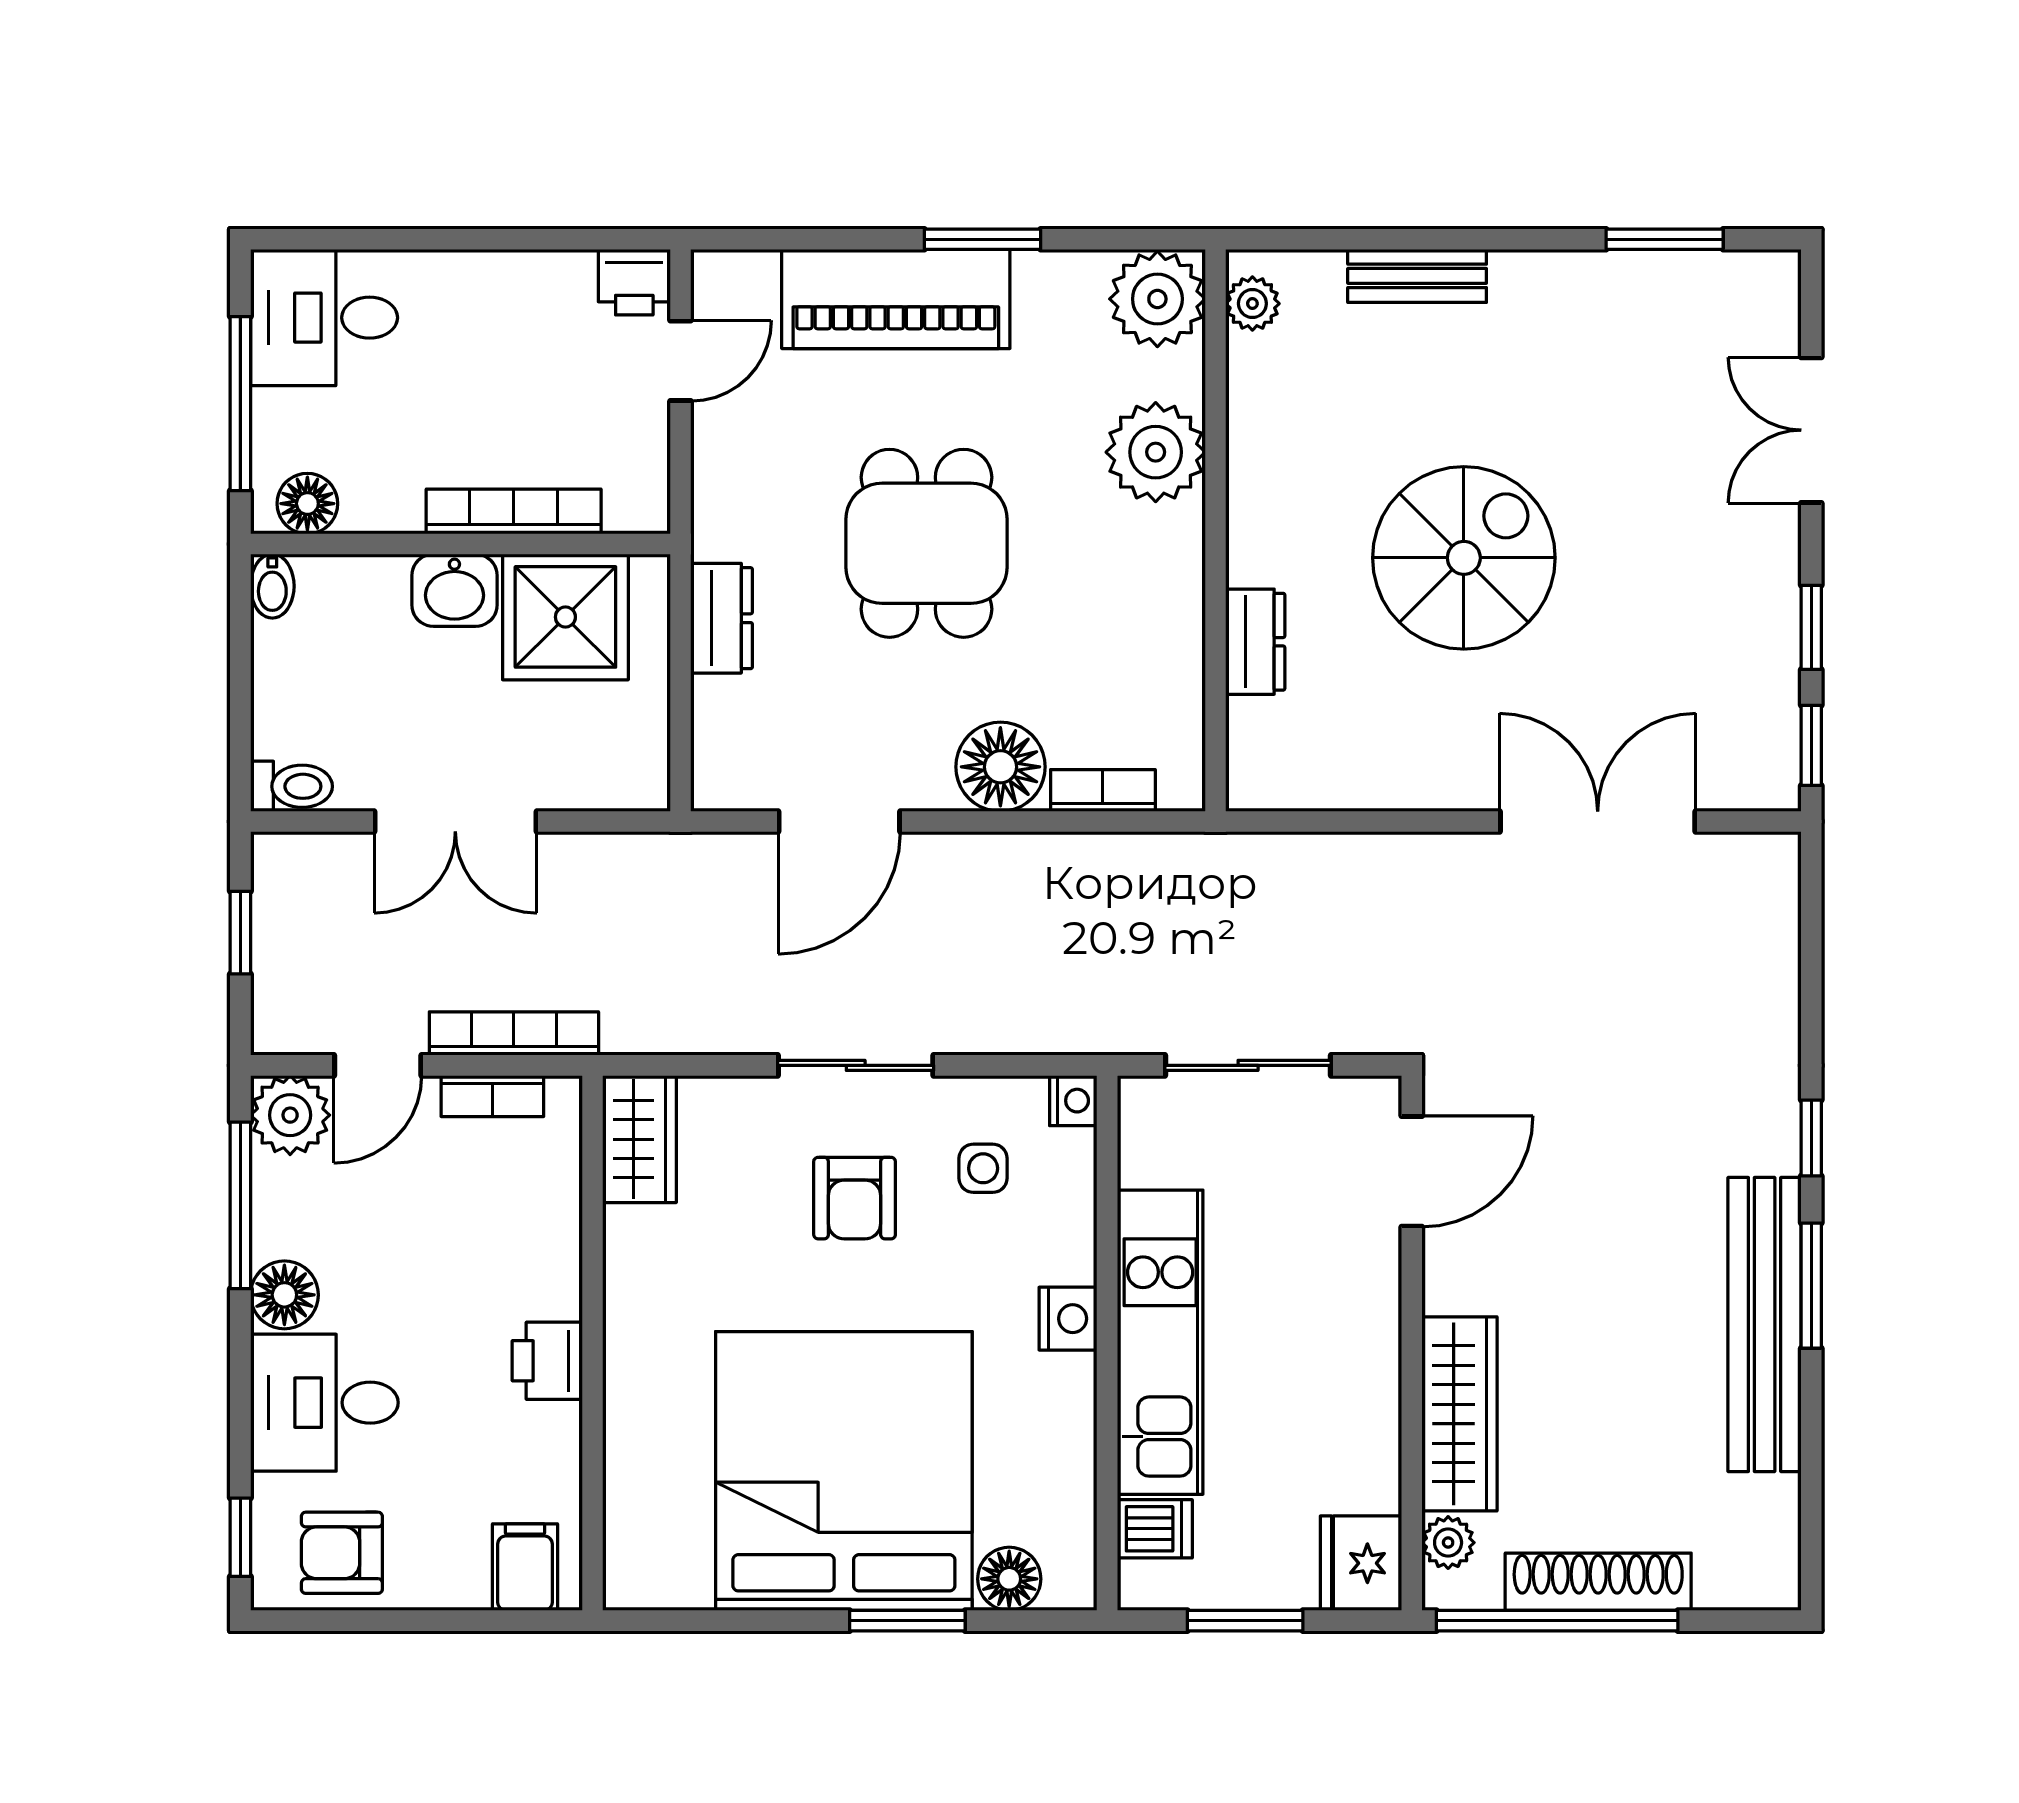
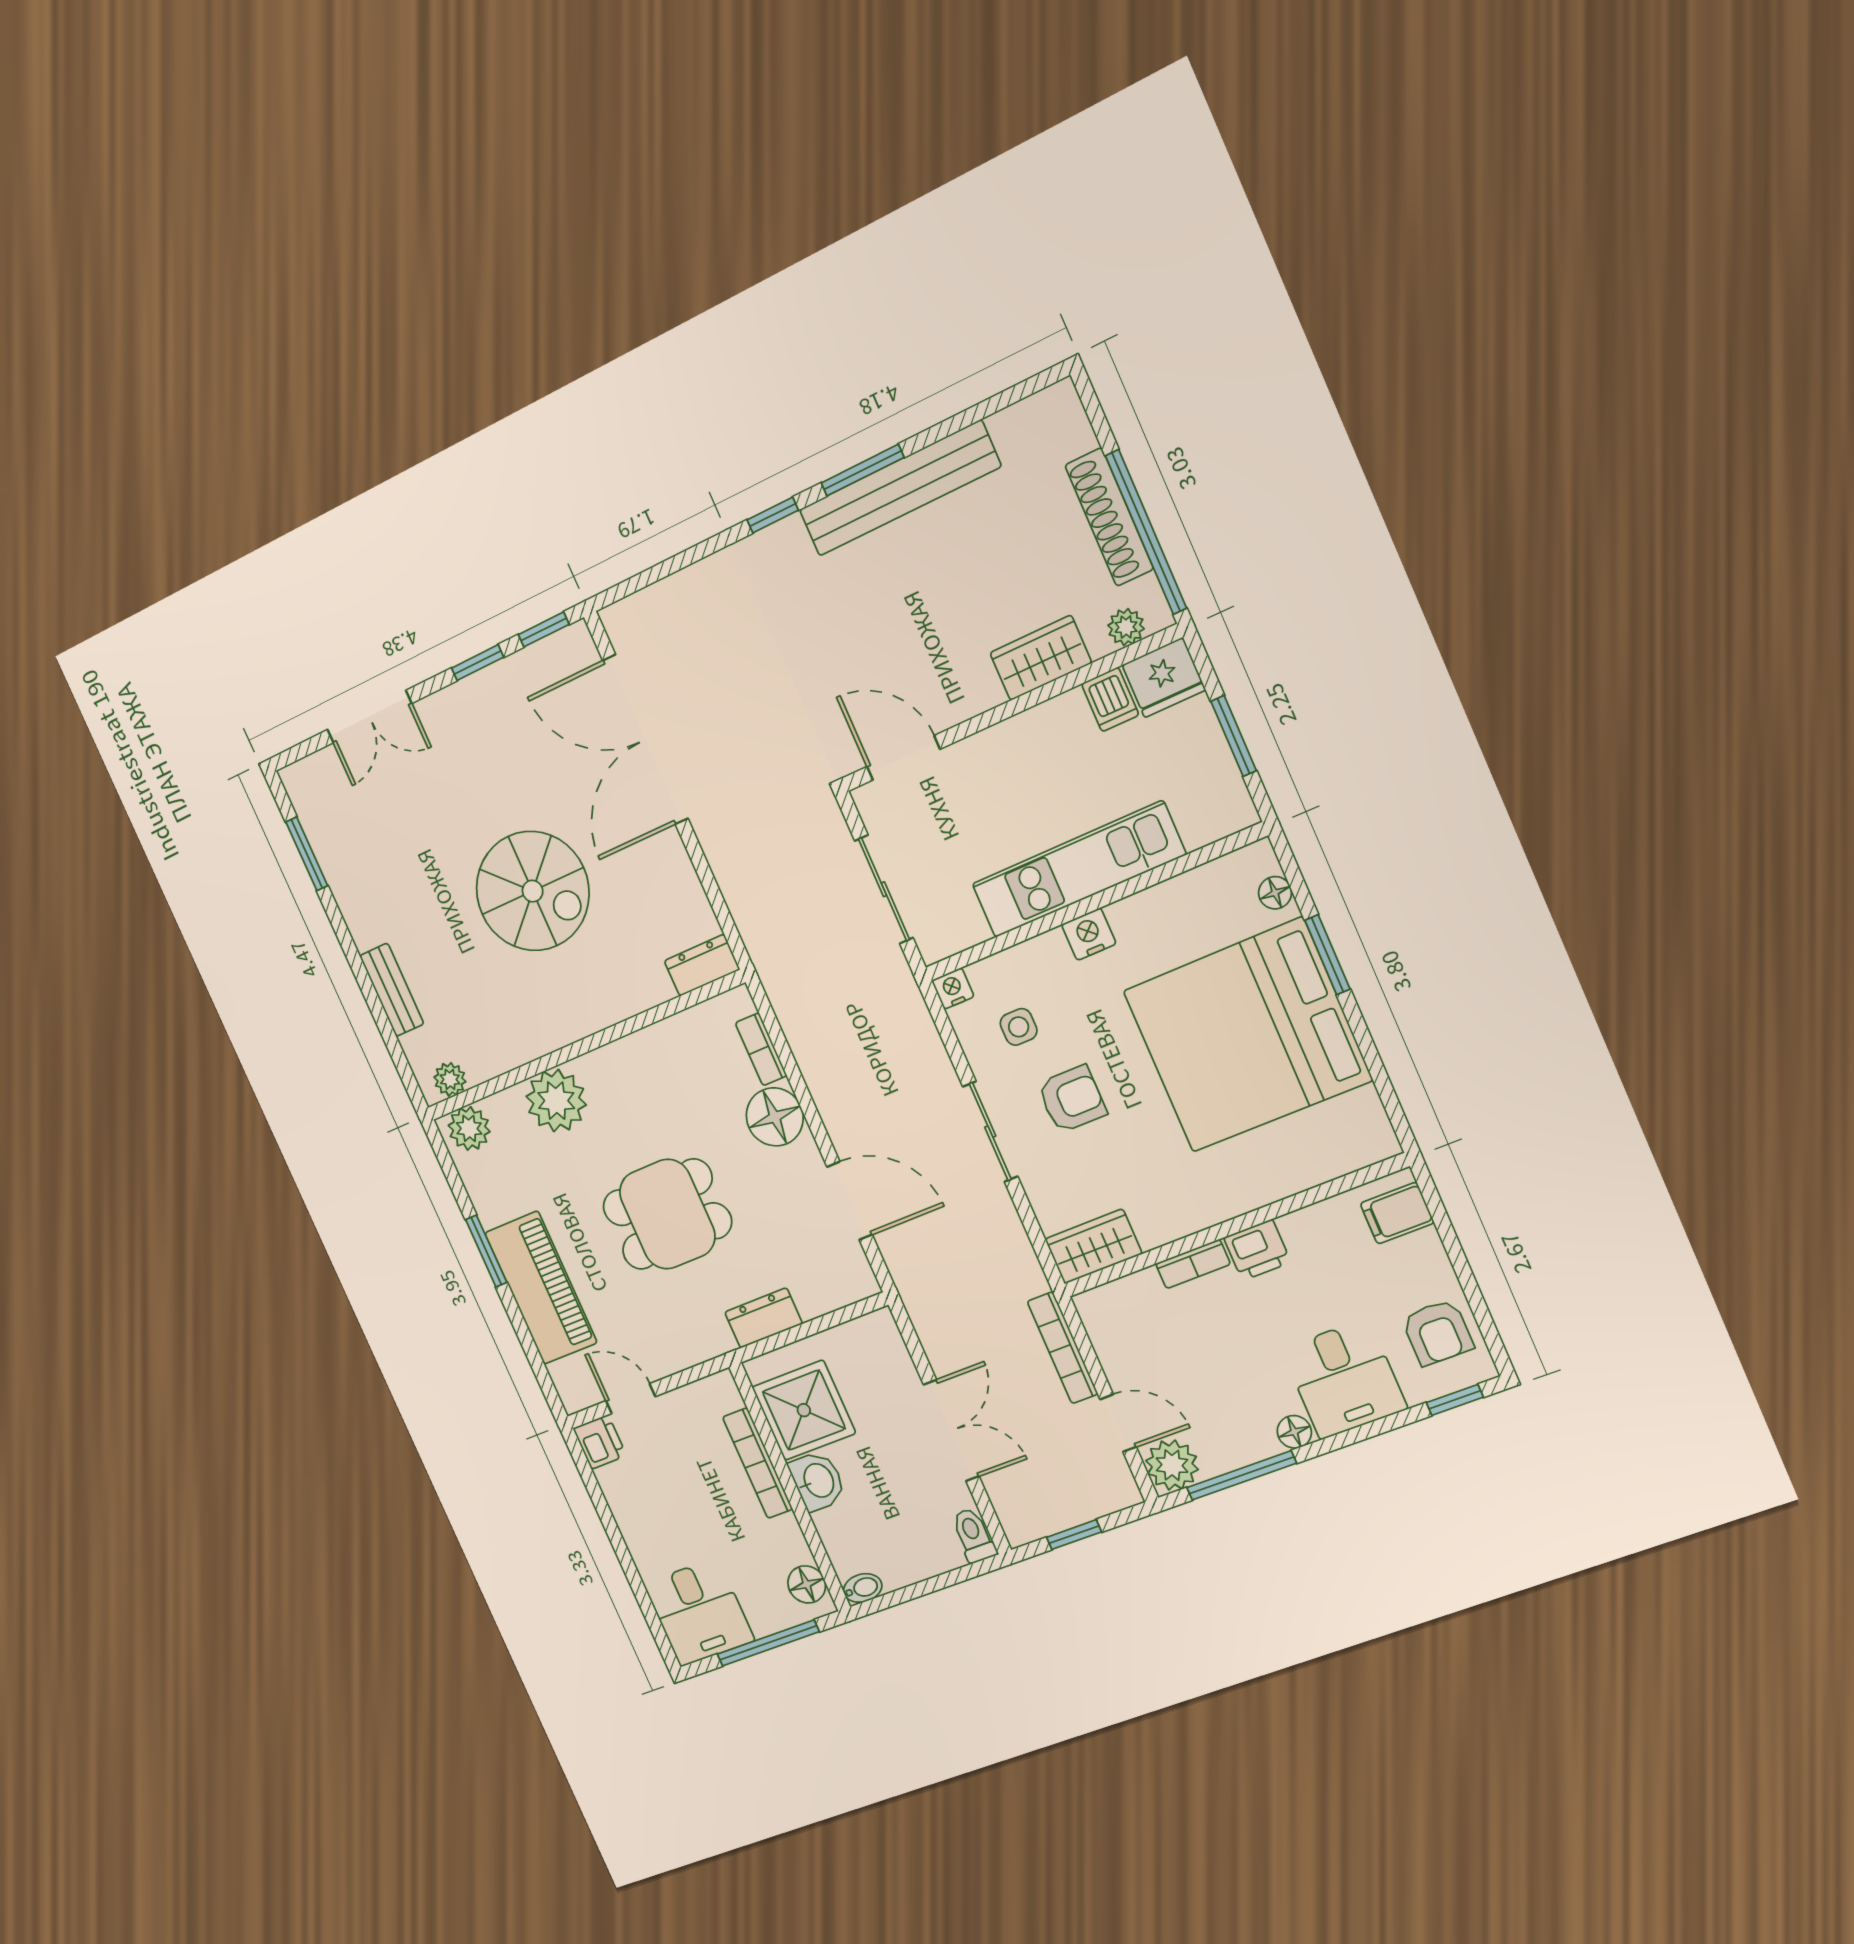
plant: (1157, 299) -> (469, 1128), width x0.73, depth x0.73
spiral stairs: (1464, 558) -> (533, 891), turned 180
dresser: (1255, 642) -> (702, 965), moved
double door: (1598, 822) -> (645, 740), width x1.36
bookcase: (492, 1096) -> (1193, 1264), moved, turned 90
floor lamp: (284, 1295) -> (1294, 1432), width x0.73, depth x0.73
wardrobe: (1460, 1414) -> (1041, 658), width x0.67
dishwasher: (1155, 1529) -> (1110, 700), moved, turned 180
floor lamp: (1009, 1579) -> (1275, 893), width x0.73, depth x0.73

